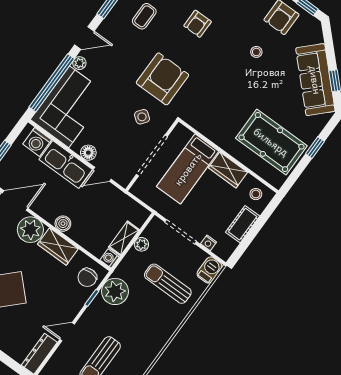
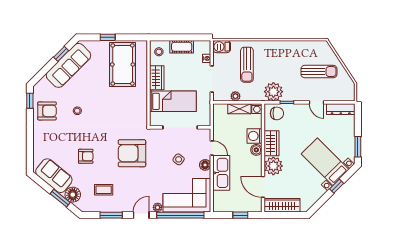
door: (84, 38) -> (141, 215), hinge flipped
side table: (142, 117) -> (179, 159), moved
washing machine: (37, 142) -> (254, 136), moved, turned 180

